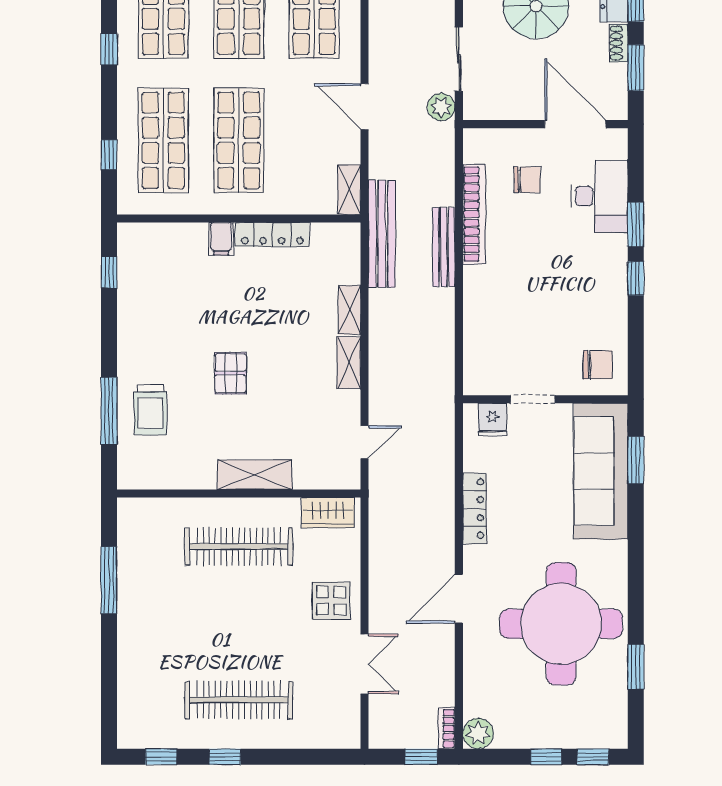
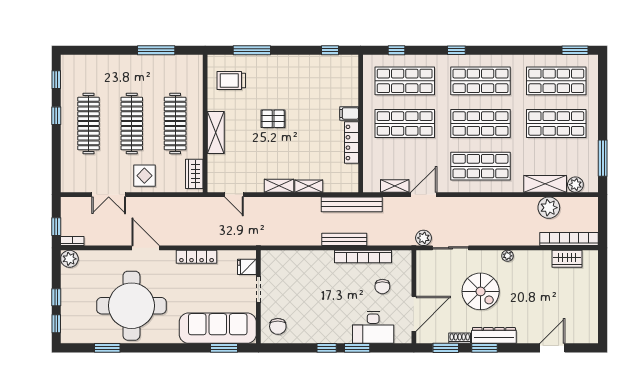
shelving: (349, 190) -> (395, 186), moved
trolley: (150, 410) -> (231, 81), moved
clothes rail: (239, 623) -> (132, 123), added

